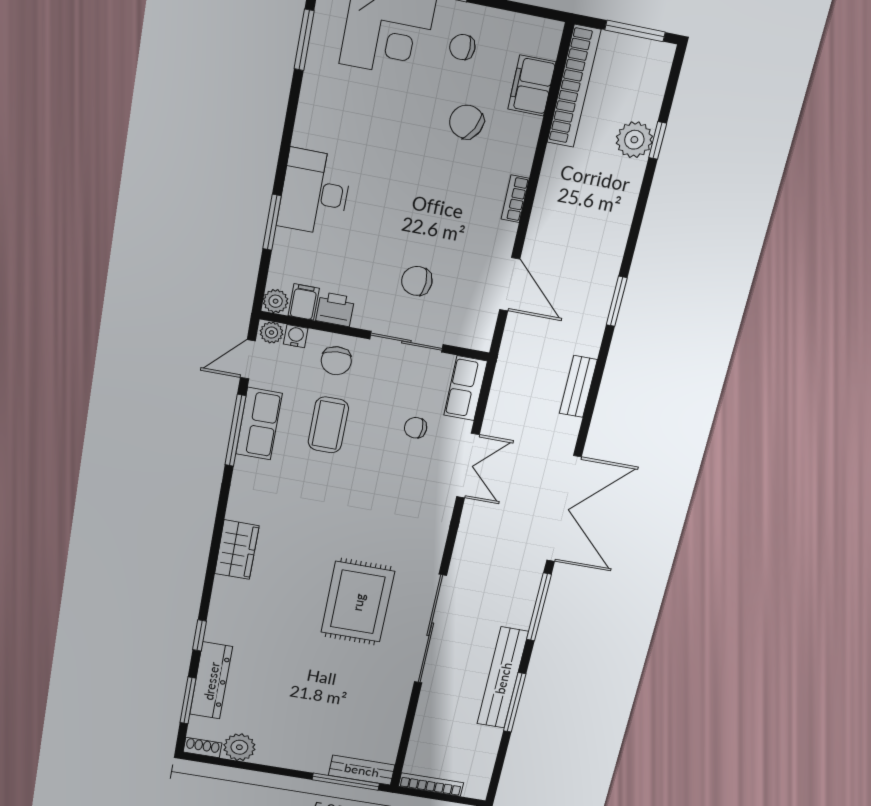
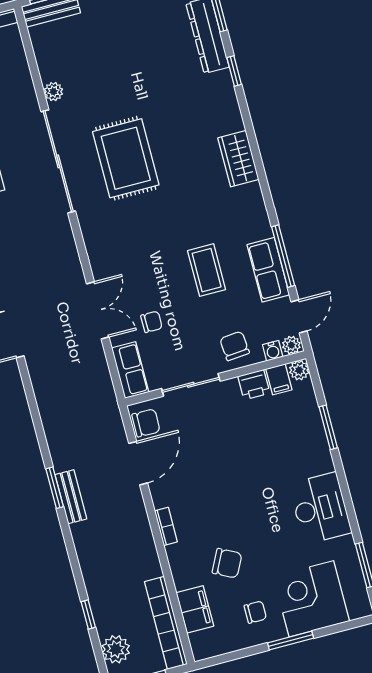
plant: (634, 140) -> (116, 649), moved
desk: (315, 192) -> (320, 508), moved
chair: (417, 281) -> (146, 423), moved
door: (510, 284) -> (138, 463), swing flipped
bench: (578, 386) -> (71, 497), moved
coffee table: (328, 425) -> (207, 270), moved
double door: (468, 466) -> (98, 310), swing flipped
plant: (400, 696) -> (53, 92), added

